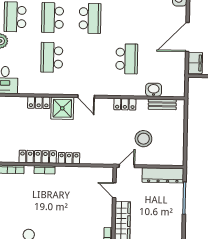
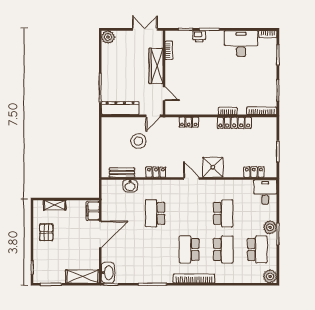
locker: (39, 103) -> (254, 172), moved
locker: (69, 158) -> (189, 122), moved

